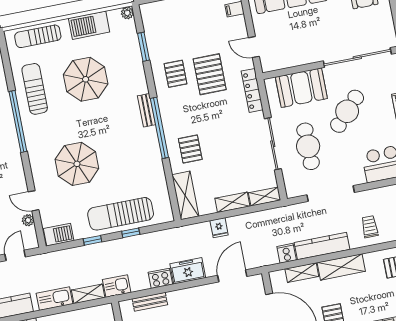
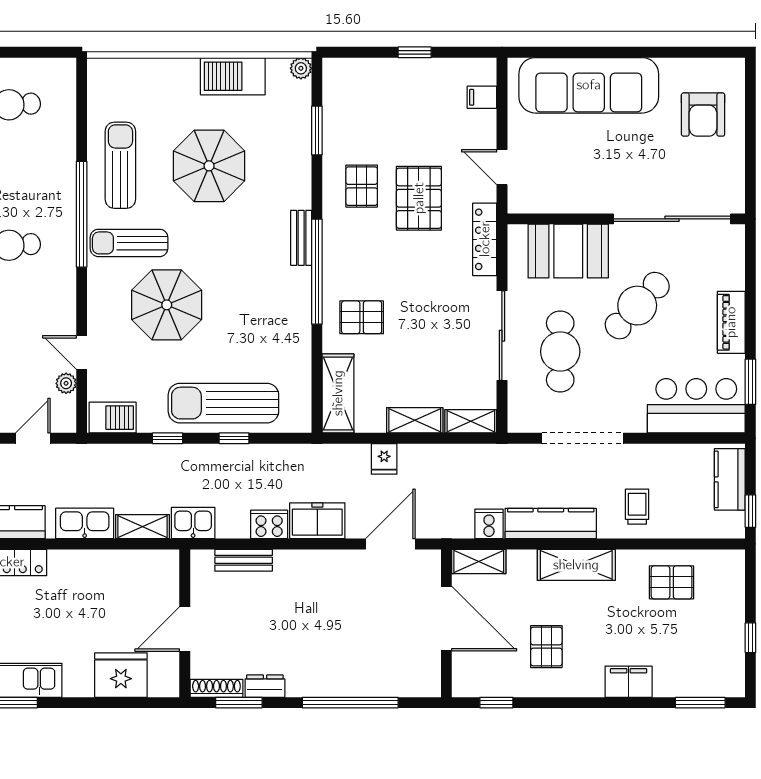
sun lounger: (38, 36) -> (129, 243), moved
pallet: (190, 149) -> (362, 317), turned 90
shelving: (302, 273) -> (479, 561), moved

